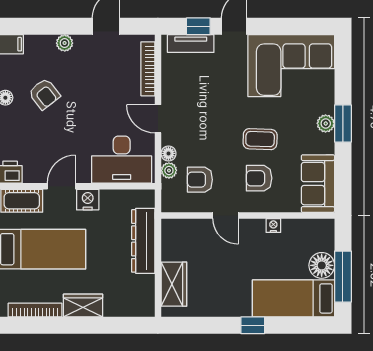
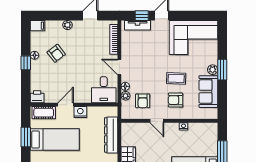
desk: (122, 160) -> (104, 90), width x0.73
armchair: (200, 180) -> (143, 101), turned -90
sofa: (318, 184) -> (208, 92), moved
floor lamp: (322, 265) -> (210, 149), removed

